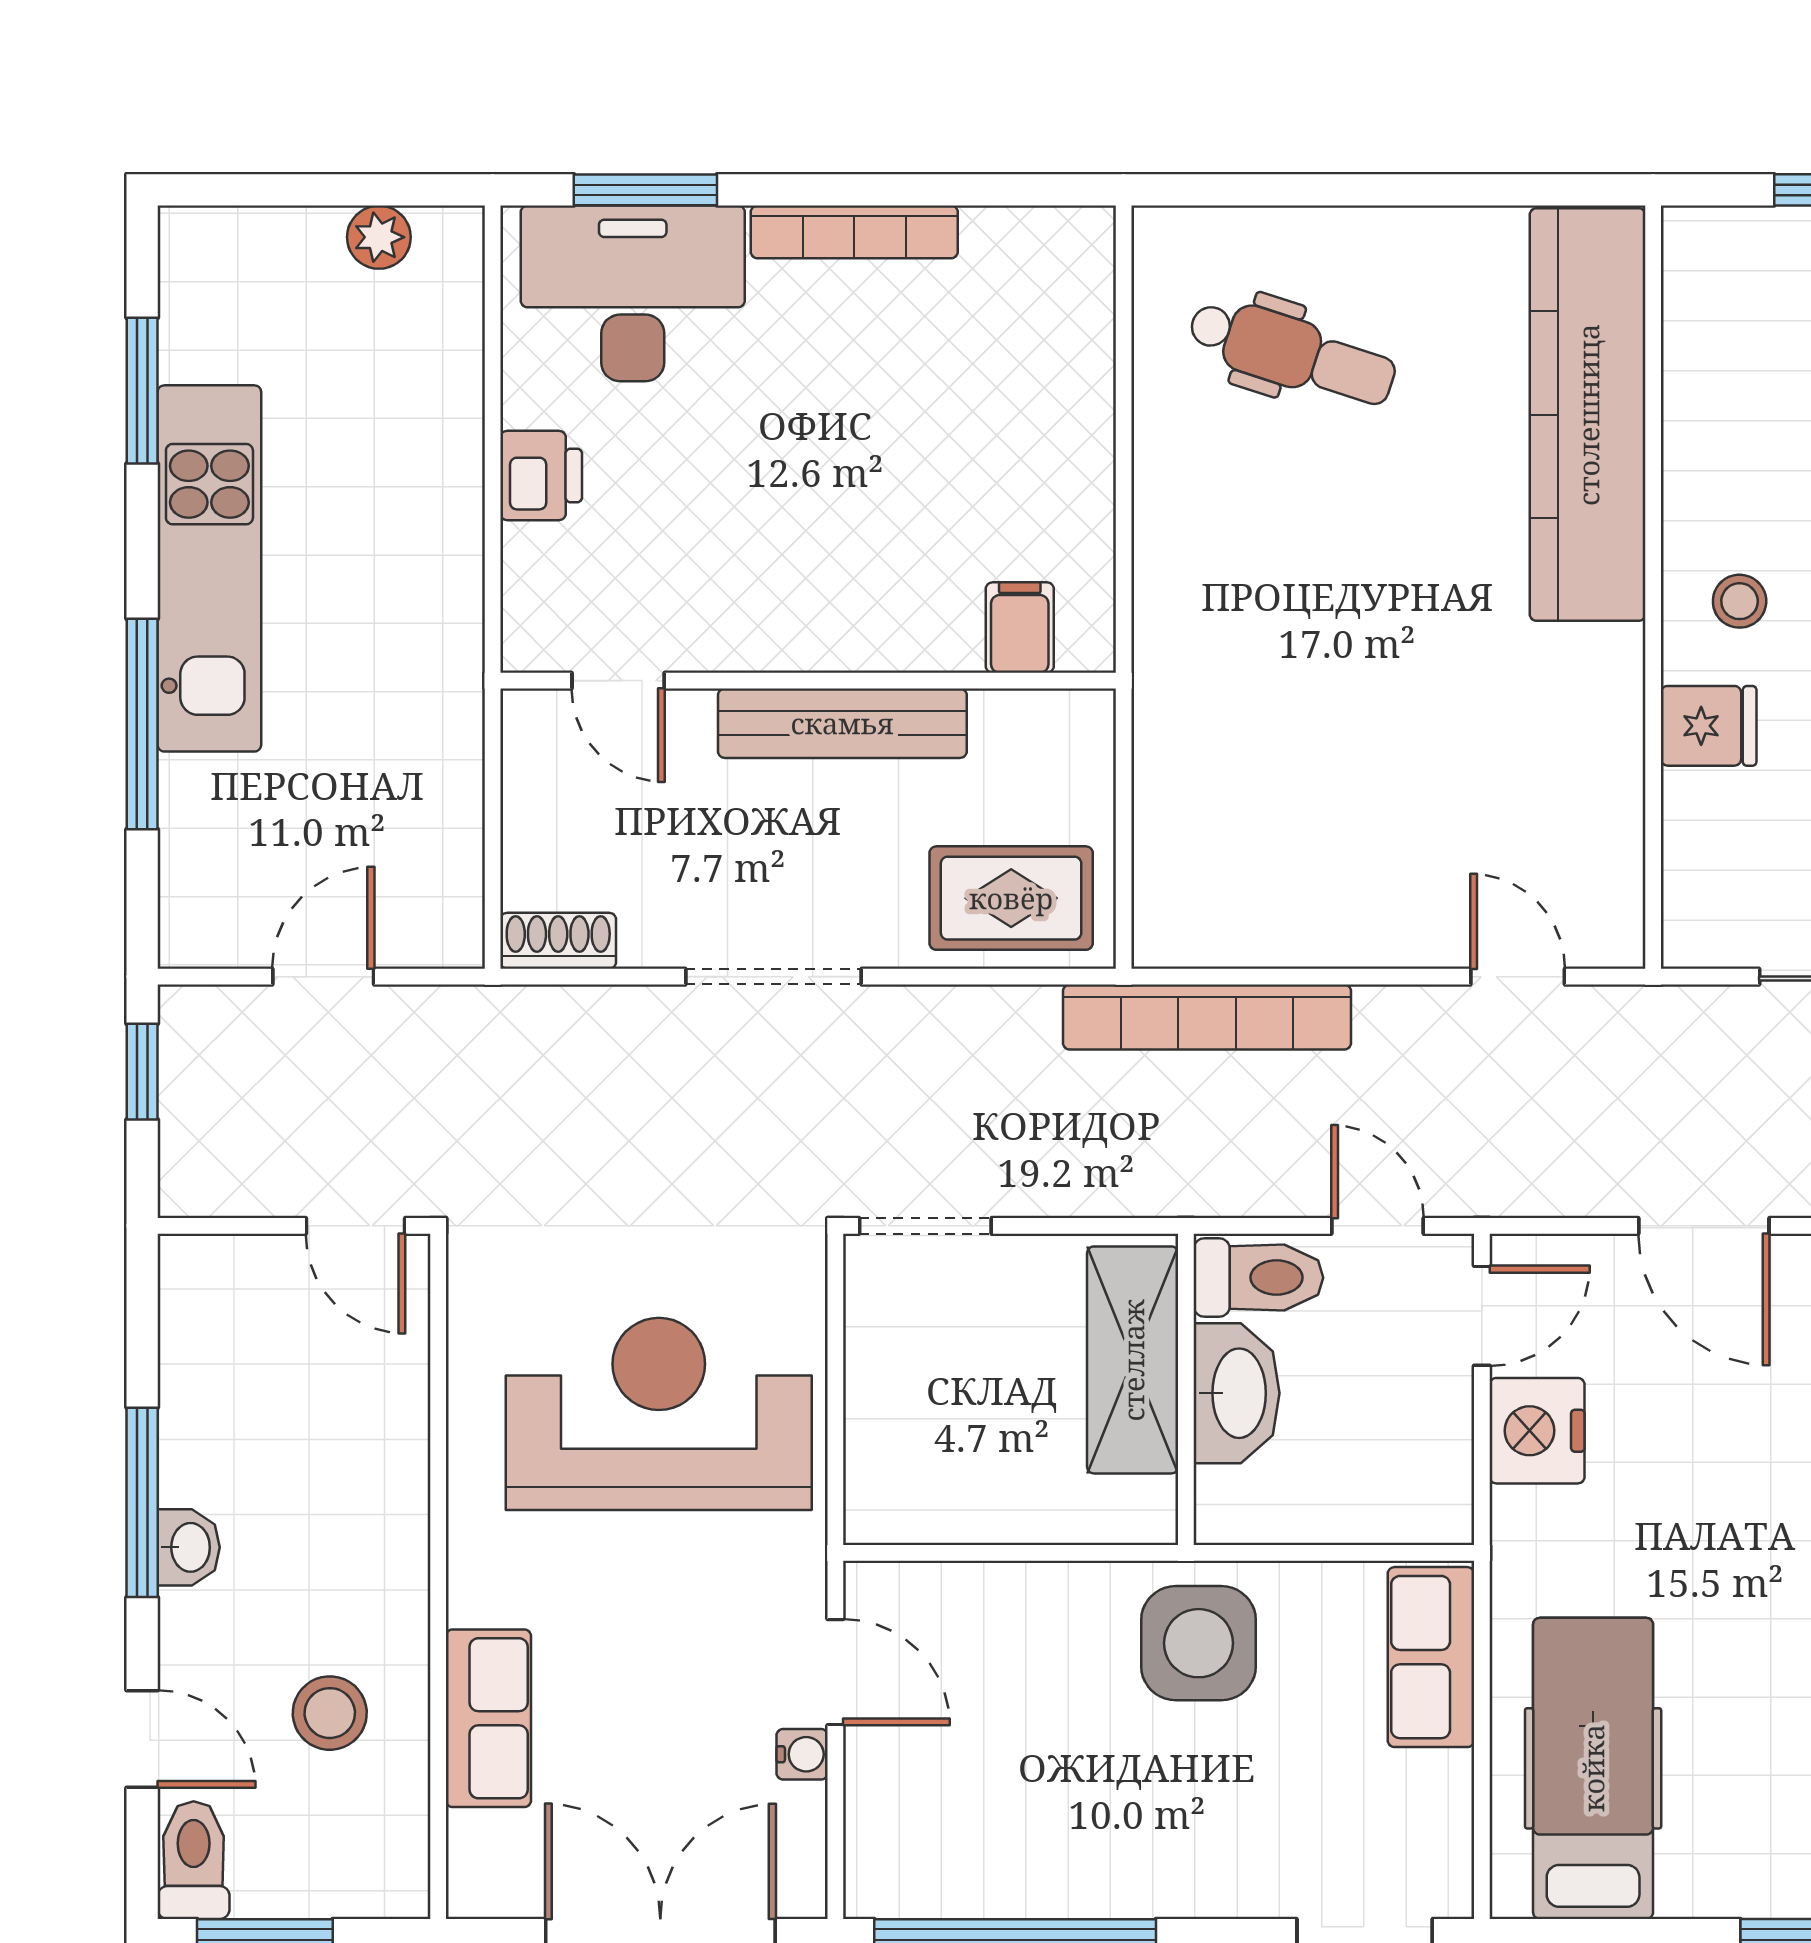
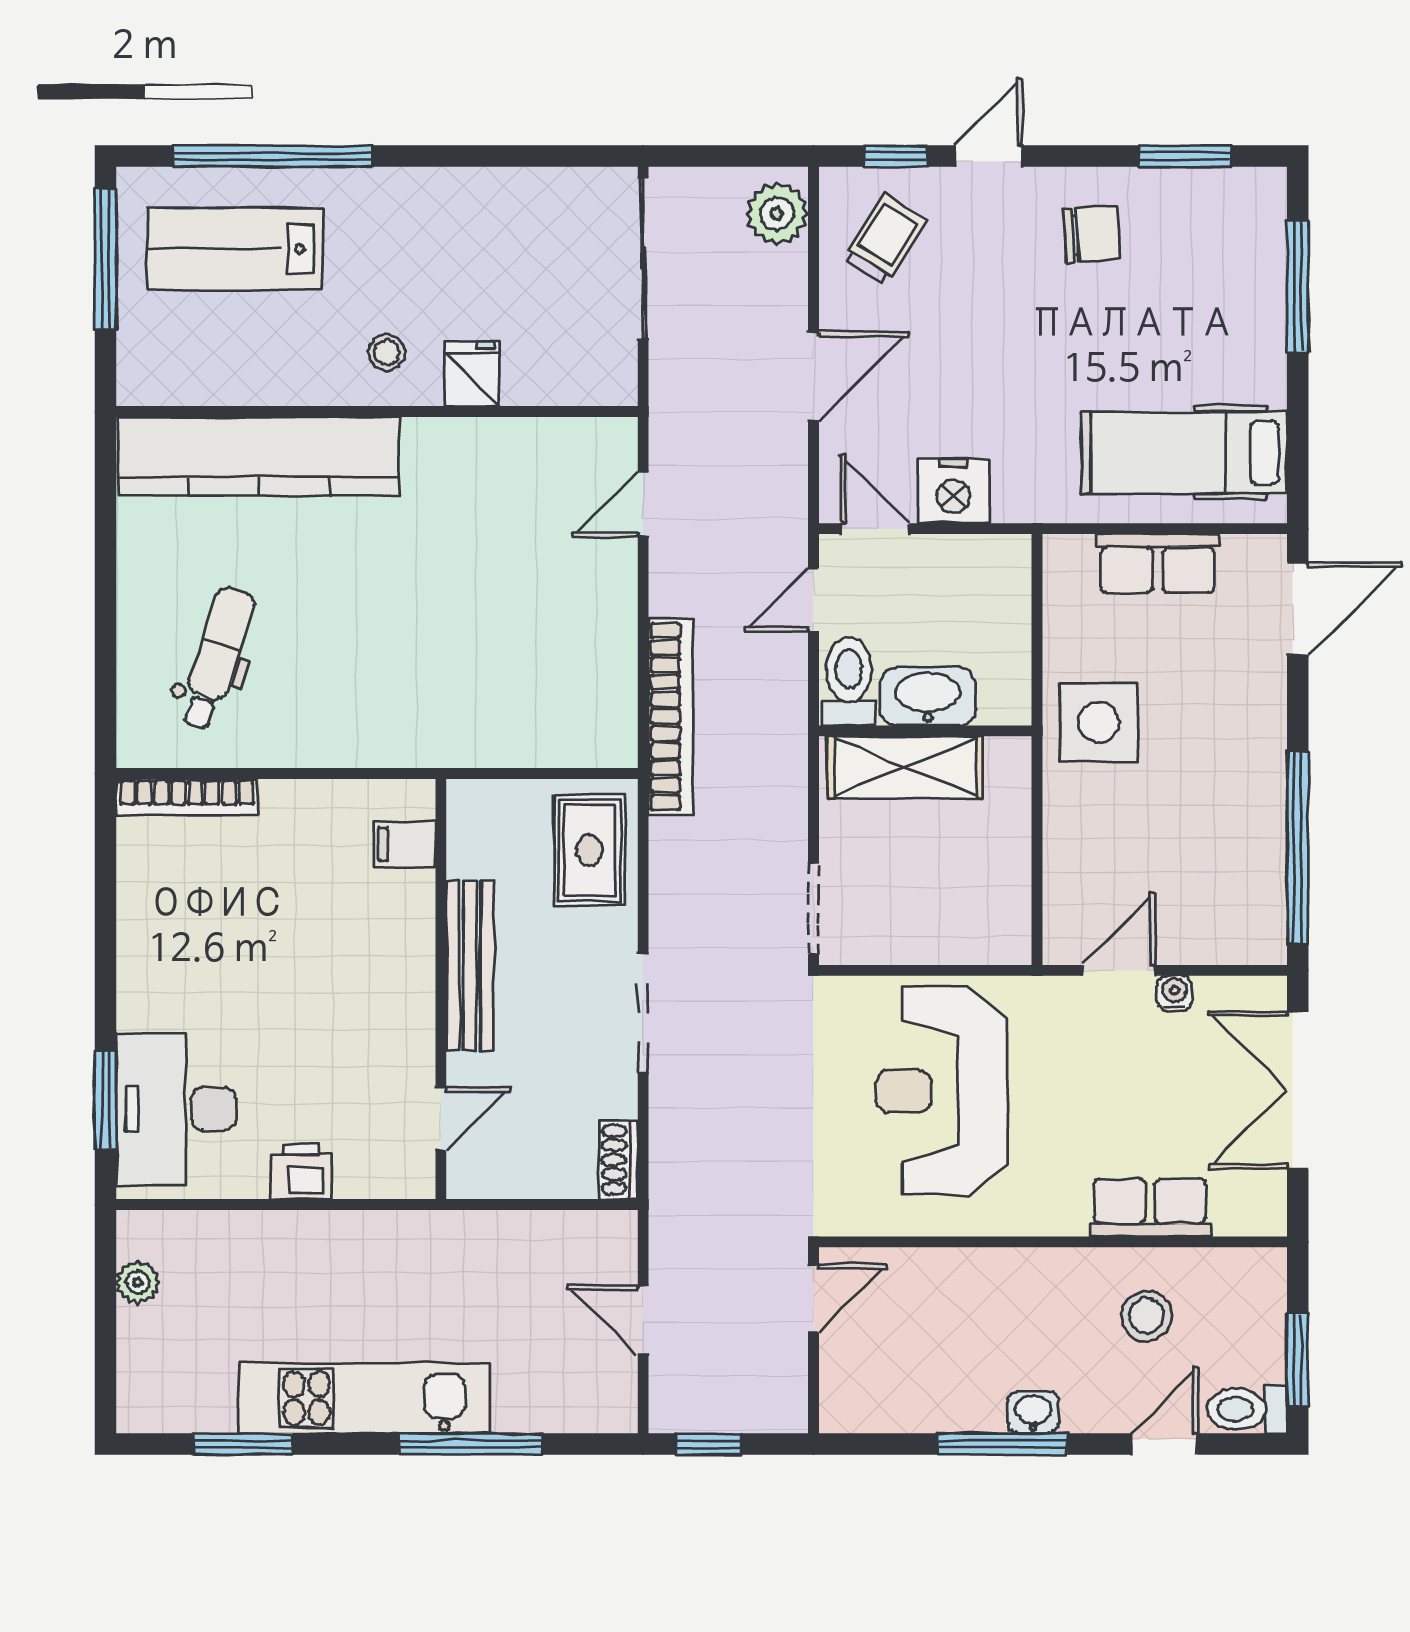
bookcase: (854, 232) -> (187, 797), moved, turned 90
row of seats: (1431, 1657) -> (1158, 563), moved

